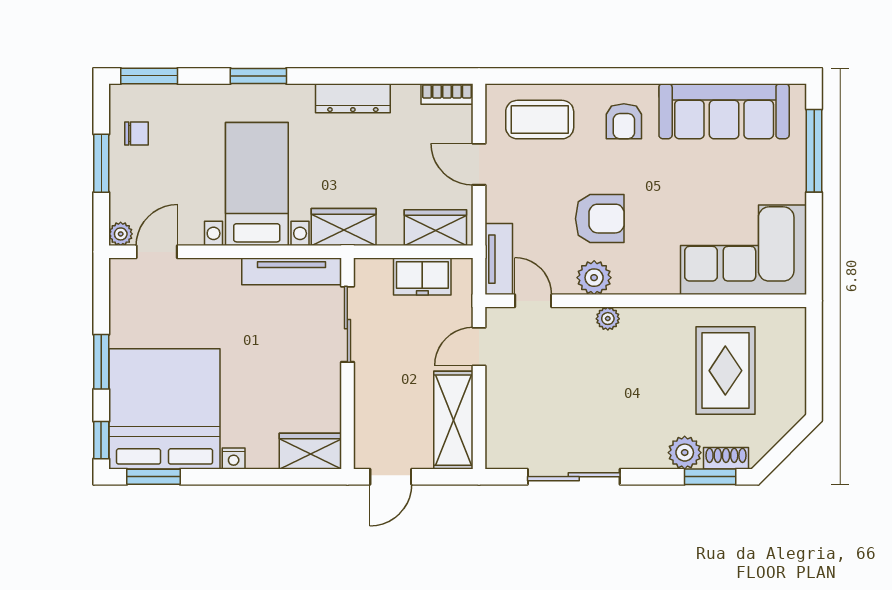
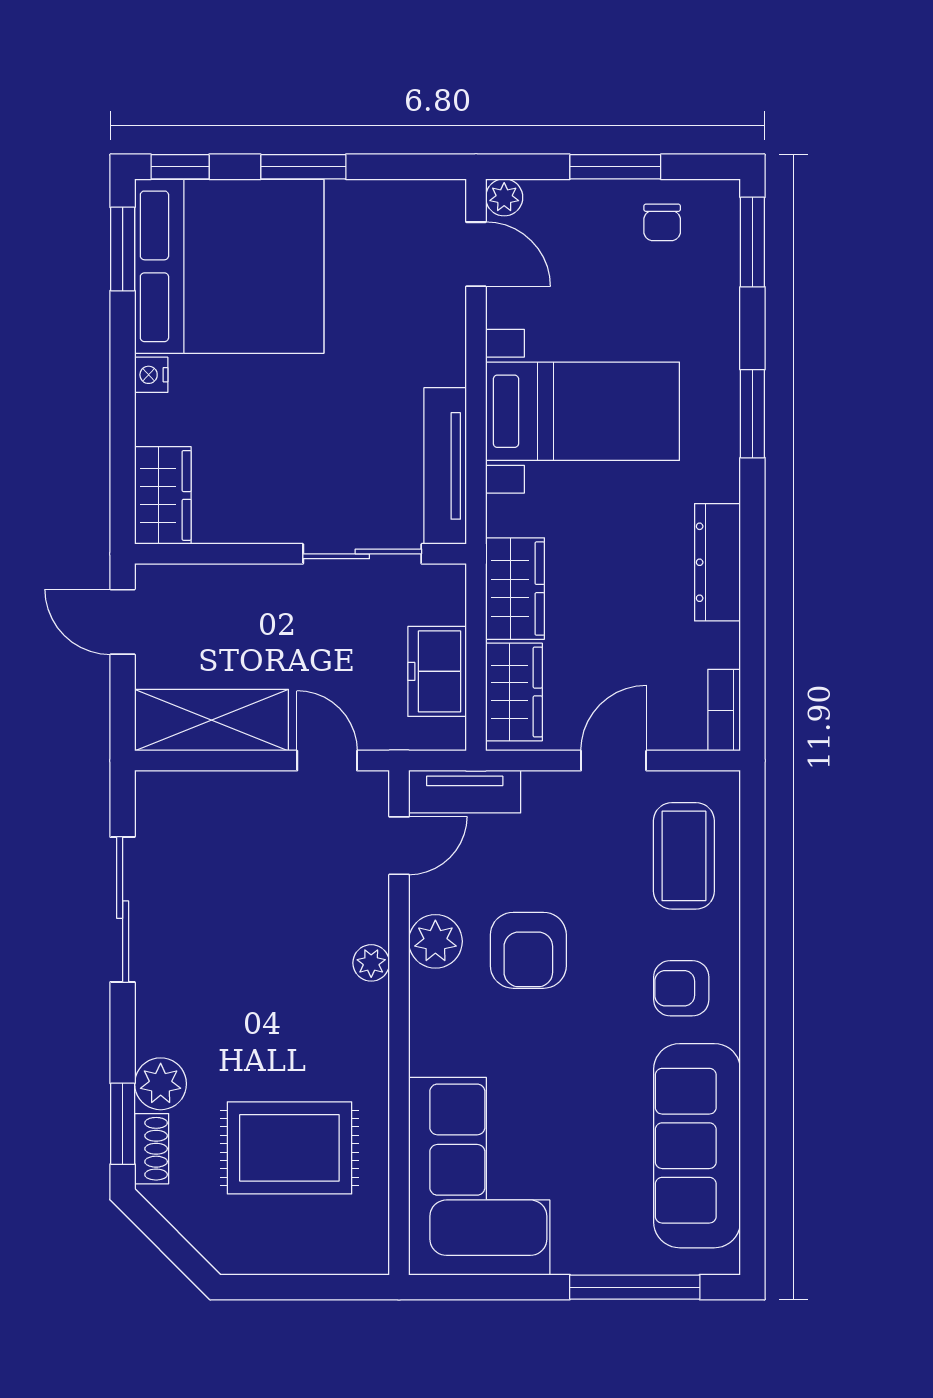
wardrobe: (344, 227) -> (515, 589), moved

